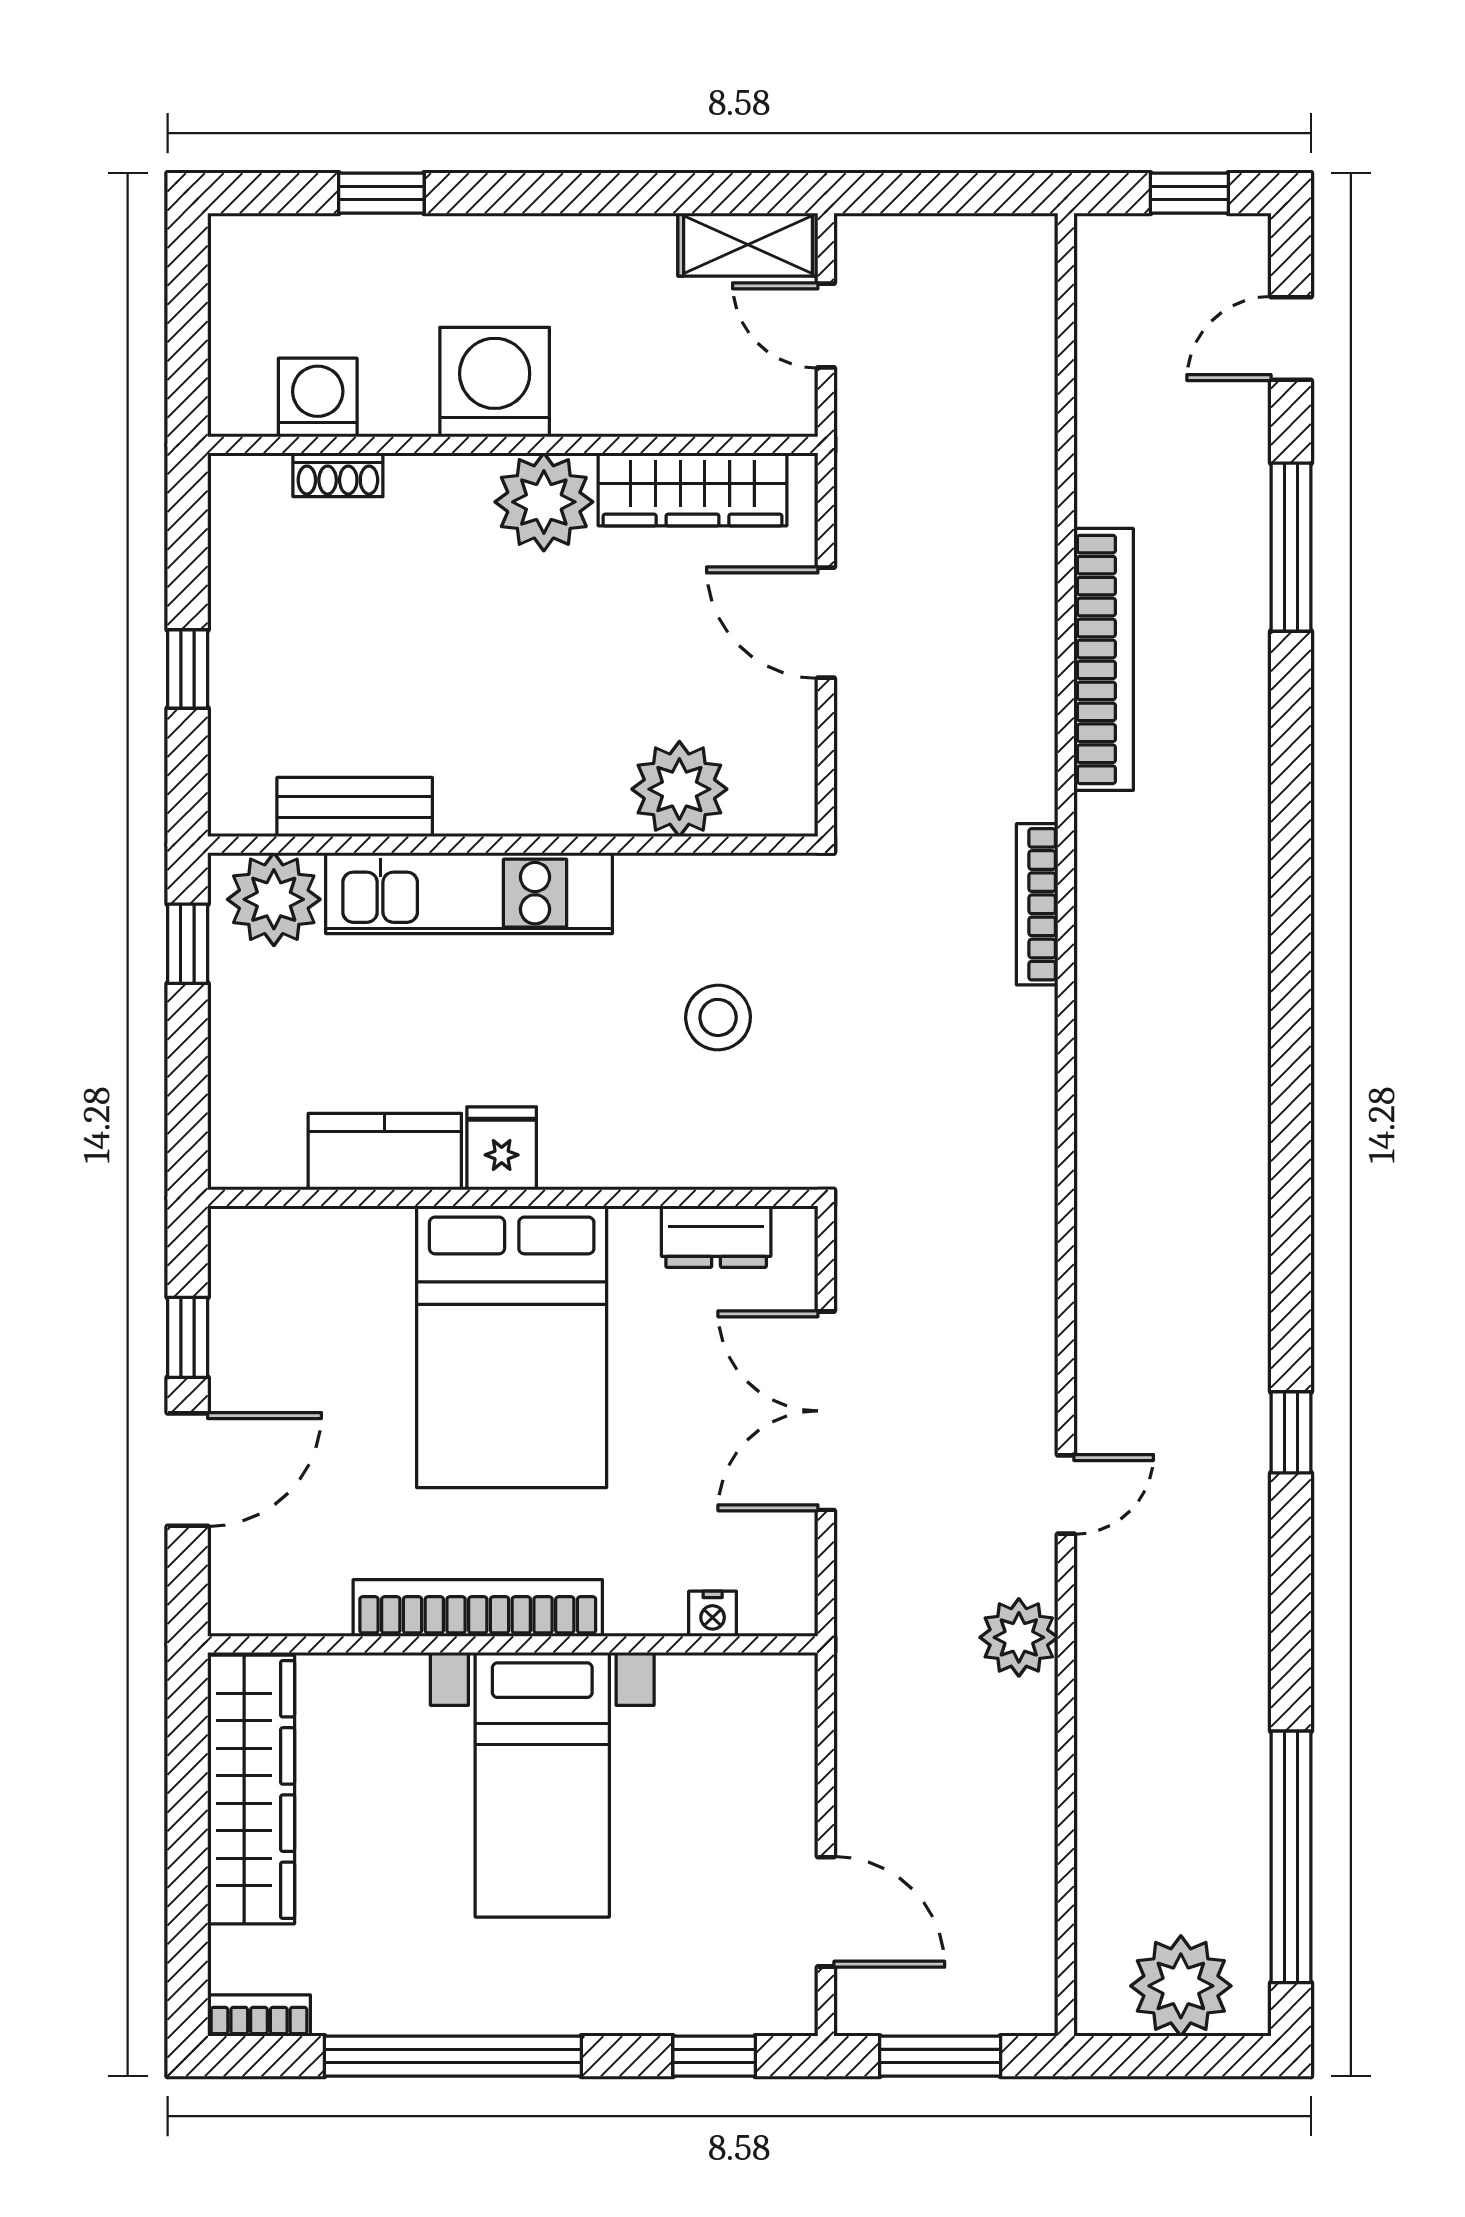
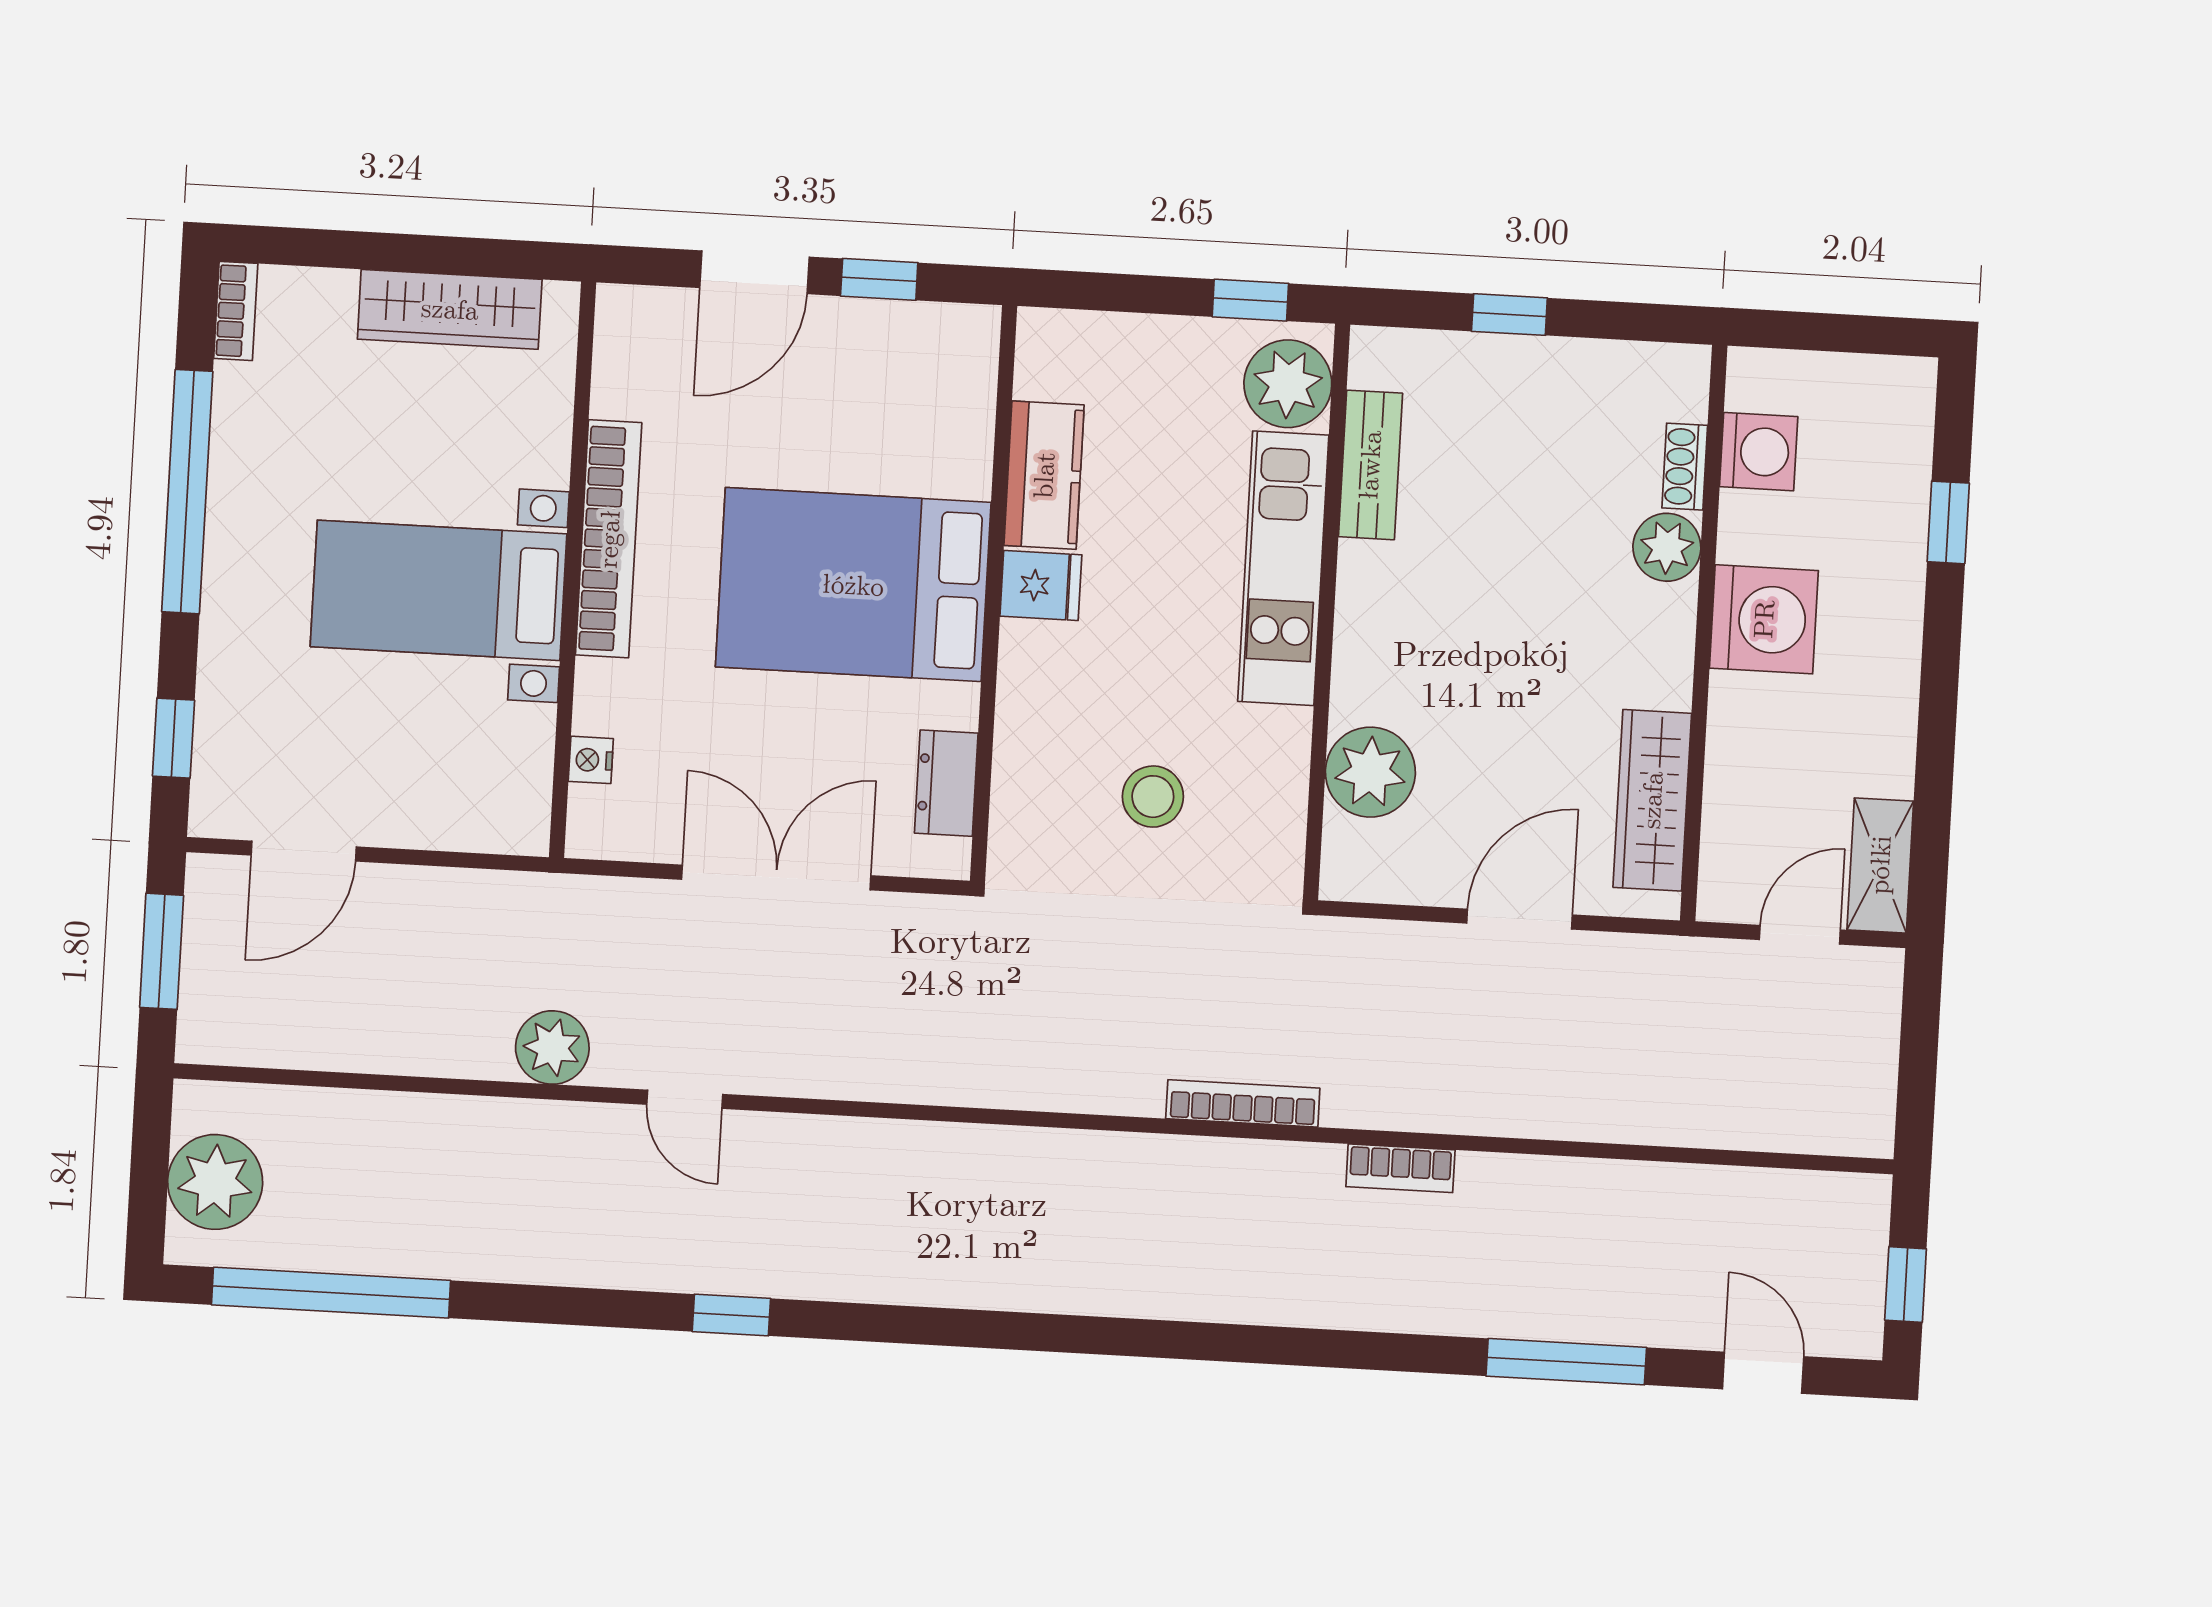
plant: (544, 502) -> (1667, 547), moved, width x0.73, depth x0.73
bookcase: (1104, 659) -> (1400, 1168), width x0.43, depth x0.76
door: (188, 1470) -> (755, 272), hinge flipped
wardrobe: (251, 1790) -> (450, 309), width x0.71, depth x0.85

